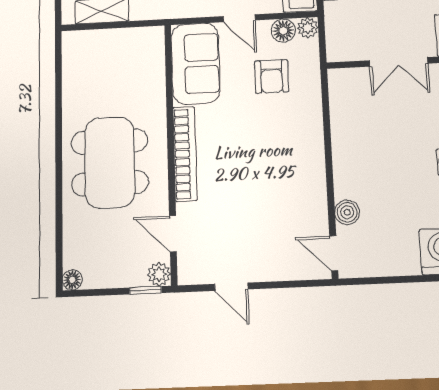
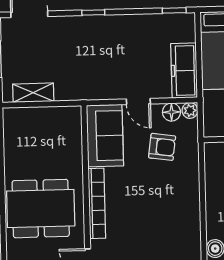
armchair: (272, 76) -> (162, 147), turned -82
dining table: (110, 162) -> (41, 209), turned 90

